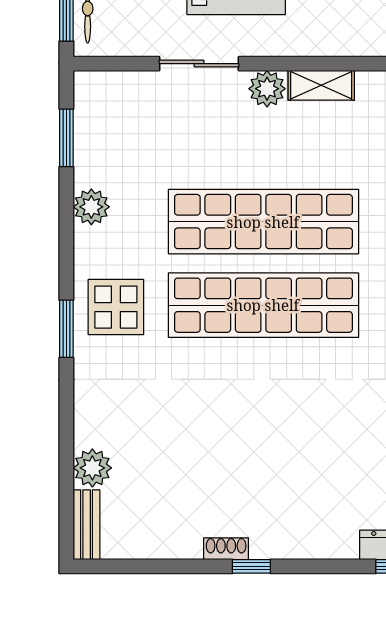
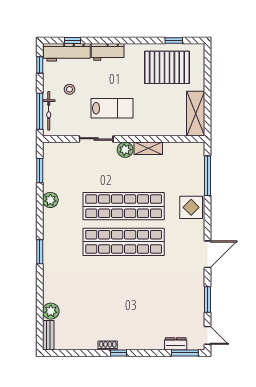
display table: (116, 307) -> (61, 243), removed

